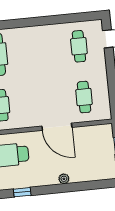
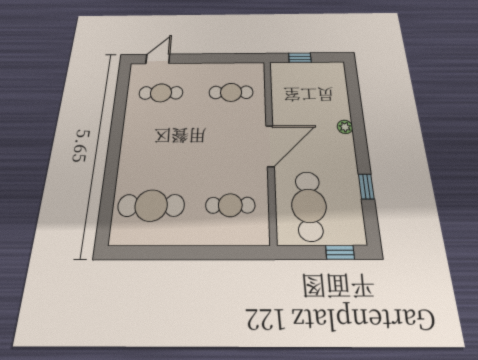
door: (57, 127) -> (270, 146), moved

